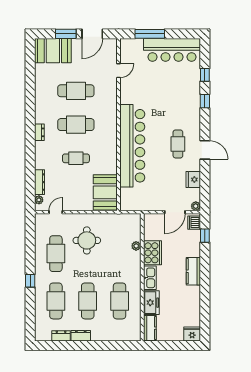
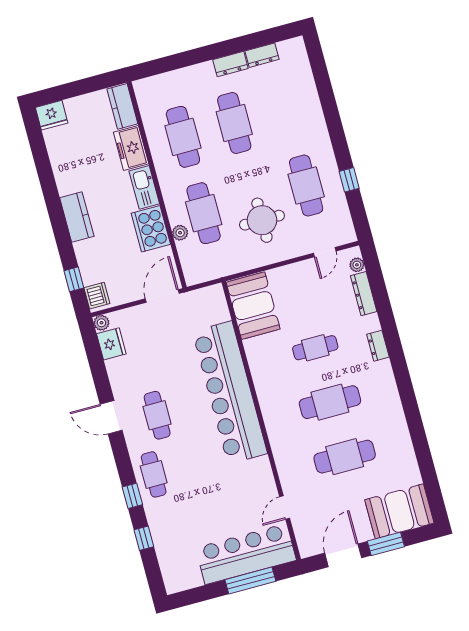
bar counter: (172, 50) -> (246, 554), moved
cafe table: (189, 110) -> (154, 474), added
dresser: (39, 132) -> (378, 346), moved
fridge: (193, 180) -> (111, 344), moved
door: (175, 212) -> (162, 296), moved
window: (30, 281) -> (349, 180), moved
cafe table: (56, 301) -> (204, 213), moved

